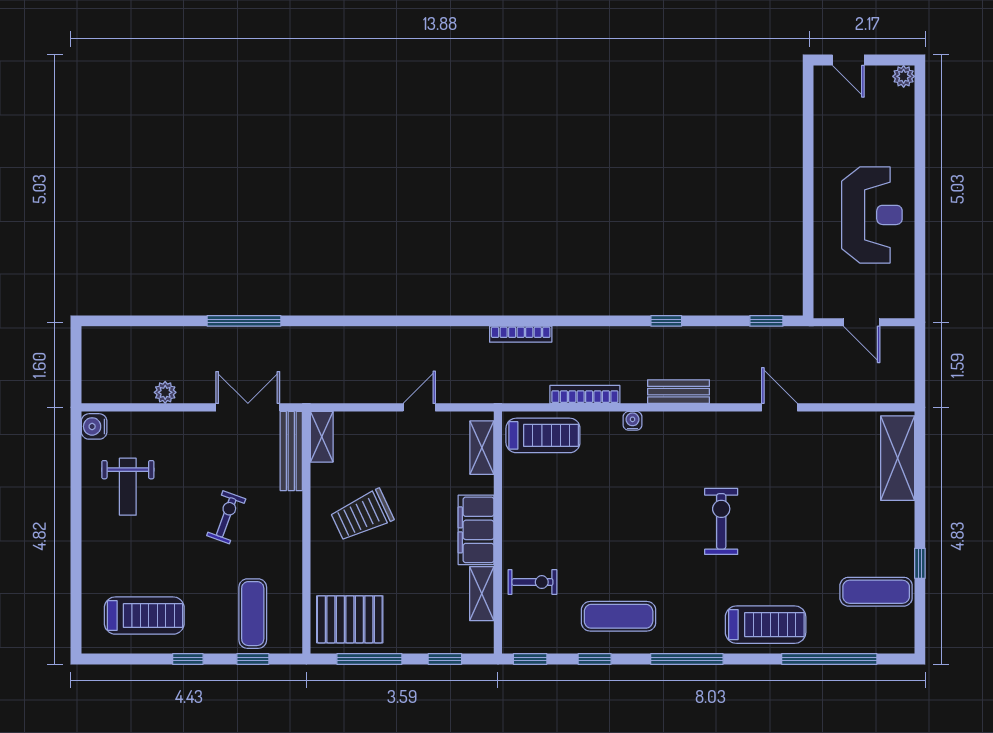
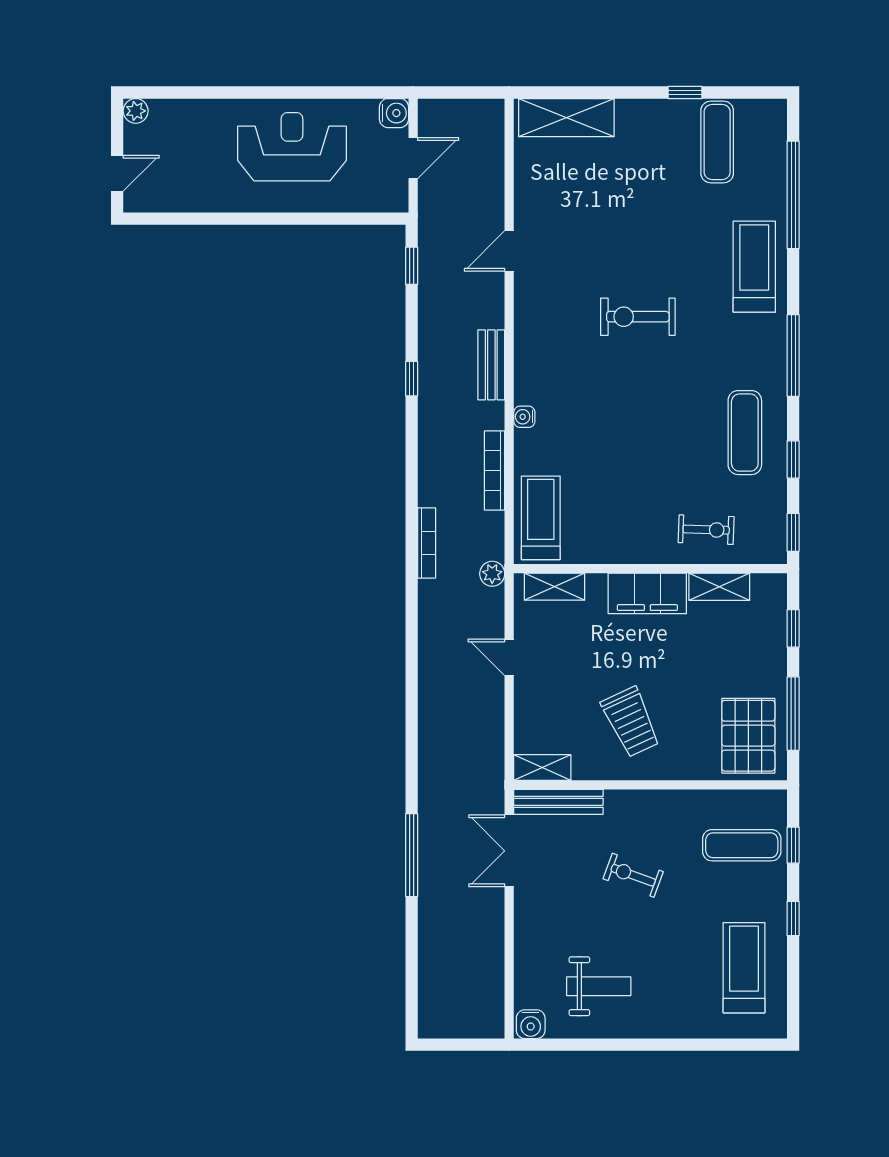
water cooler: (902, 305) -> (394, 113), added
plant: (165, 392) -> (492, 574), moved
exercise bike: (532, 582) -> (706, 530), turned 92

